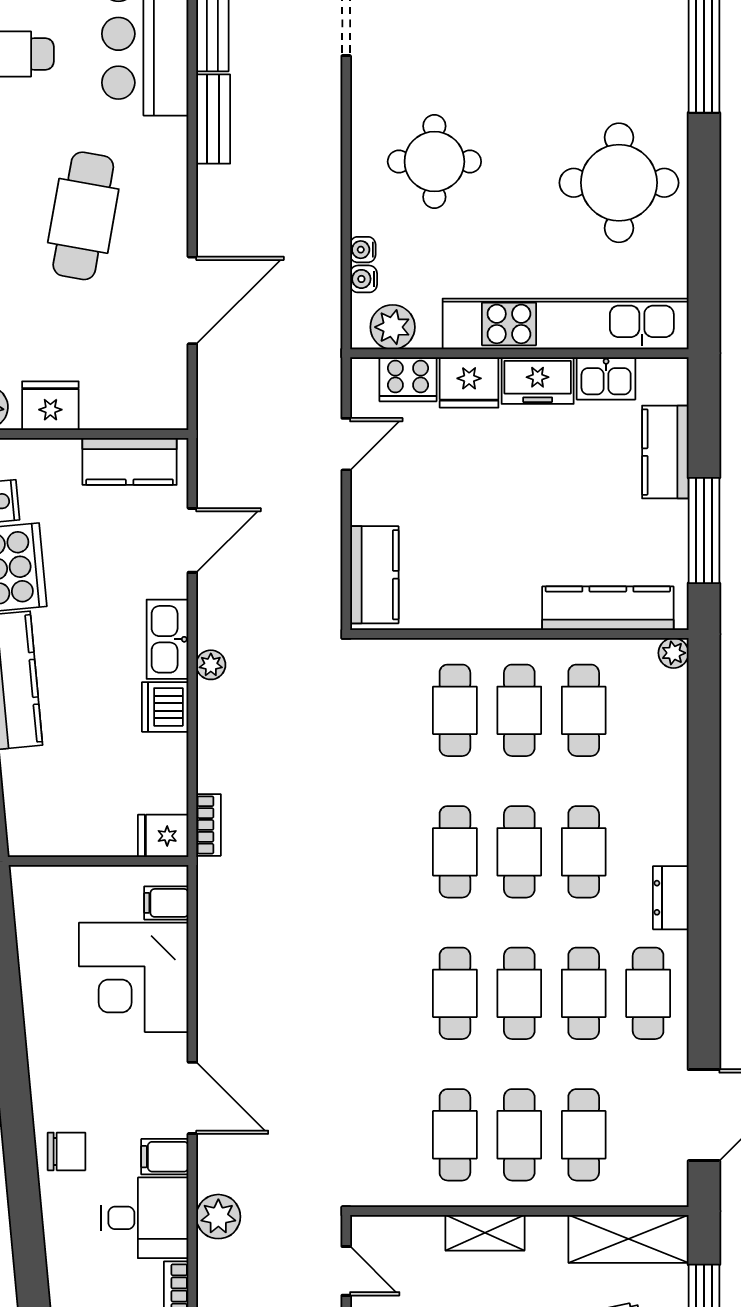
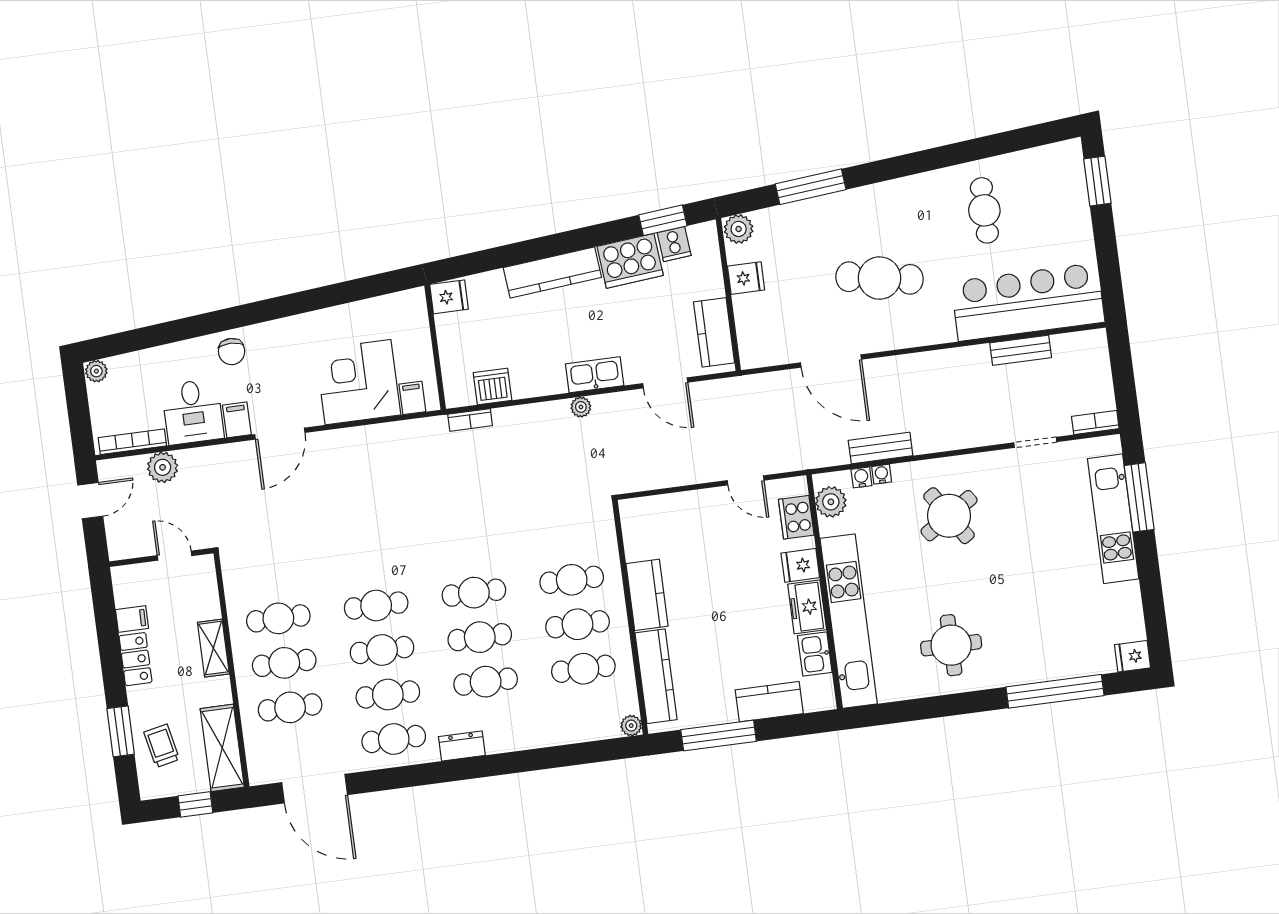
bench: (213, 119) -> (881, 448), moved
round table: (434, 162) -> (949, 516), turned -33
round table: (619, 183) -> (951, 645), width x0.73, depth x0.73
fridge: (469, 382) -> (800, 565), width x0.72
fridge: (50, 406) -> (746, 278), width x0.72
kitchen counter: (374, 575) -> (647, 595), moved, turned -90
dishwasher: (165, 707) -> (492, 387), moved
fridge: (163, 836) -> (449, 297), moved, turned 90
plant: (218, 1217) -> (163, 467), moved
door: (346, 1271) -> (174, 556), swing flipped

